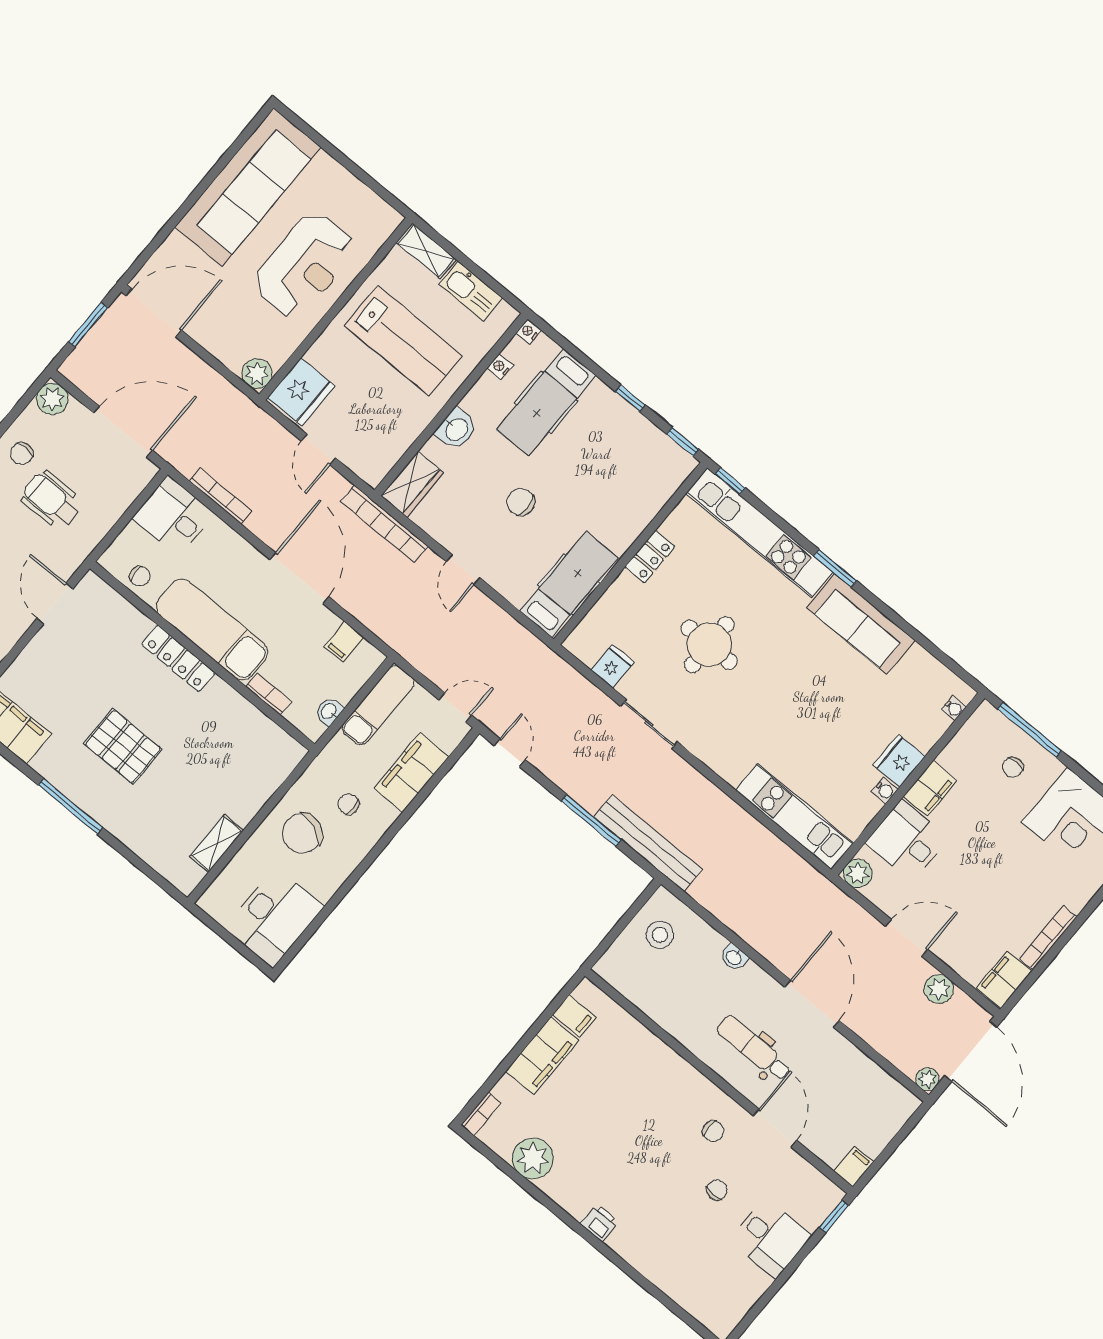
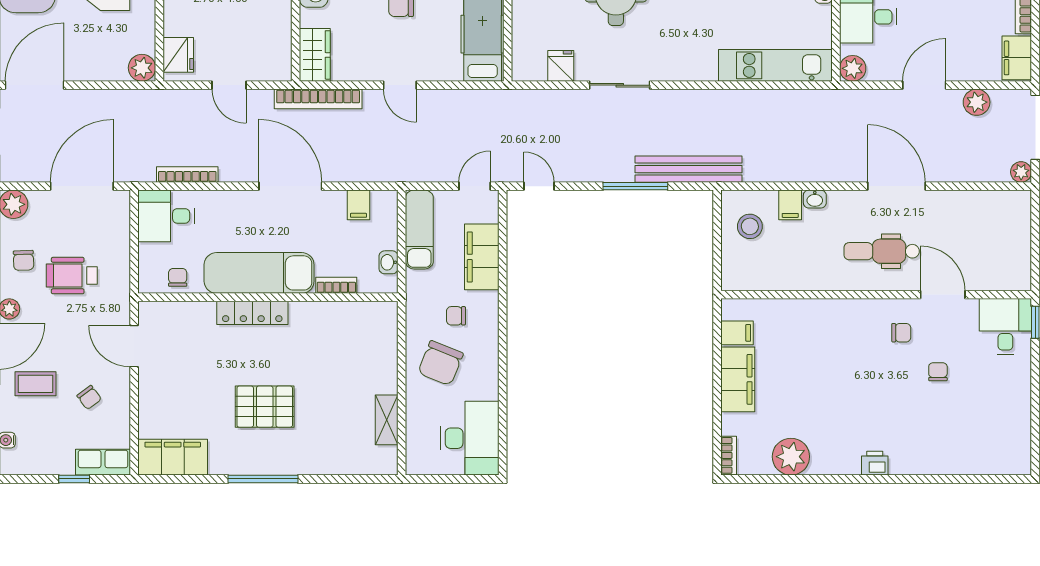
fridge: (301, 392) -> (178, 55), width x0.73, depth x0.75
chair: (140, 576) -> (178, 277), turned -90
filing cabinet: (854, 1167) -> (790, 205), moved, turned 180
desk: (770, 1238) -> (1005, 327), moved, turned -90

